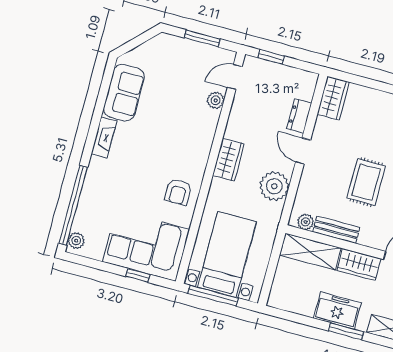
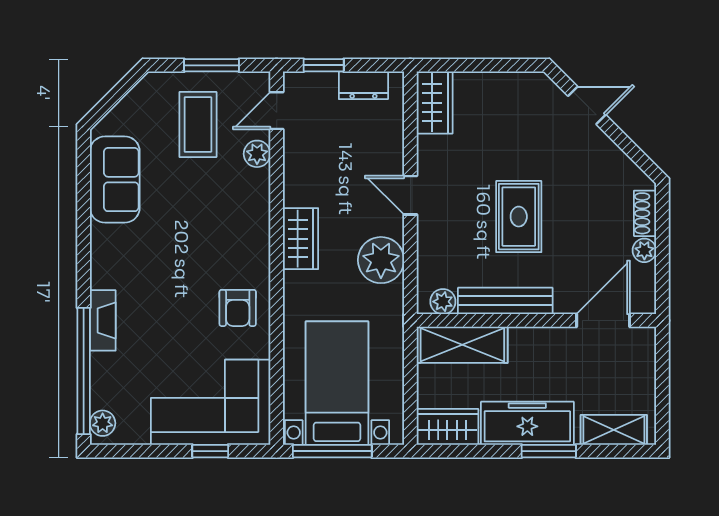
coffee table: (184, 73) -> (198, 125), added
dresser: (299, 116) -> (363, 85), moved, turned -90
fireplace: (104, 137) -> (103, 320), moved
bench: (336, 230) -> (505, 301), width x1.36
wardrobe: (359, 264) -> (447, 427), moved, turned 180
freezer: (337, 311) -> (527, 423), width x1.40

